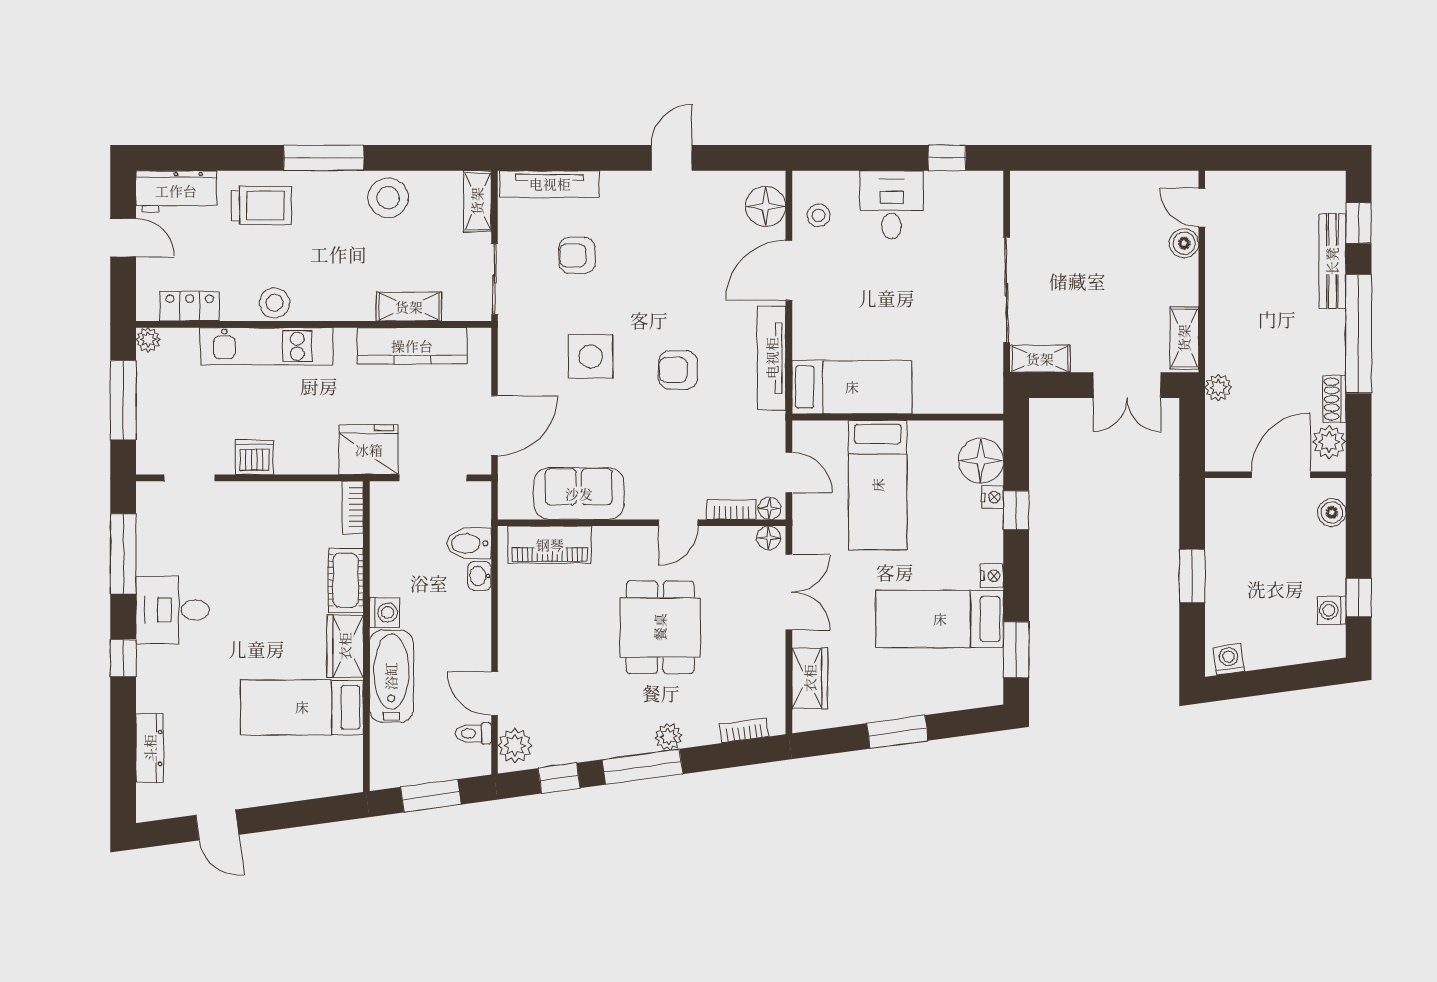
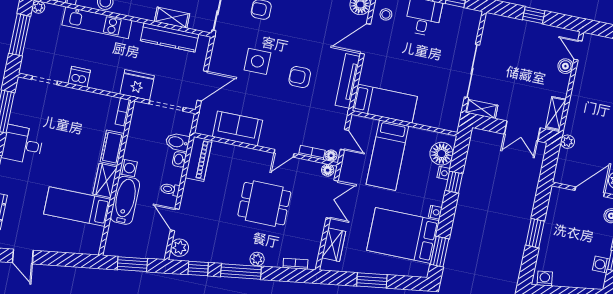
window: (1103, 158) -> (534, 15), added
piano: (550, 545) -> (199, 159), moved, turned -90
bed: (940, 619) -> (403, 236), width x1.50
dining table: (660, 627) -> (264, 204), turned 90
toilet: (473, 733) -> (170, 189), moved

